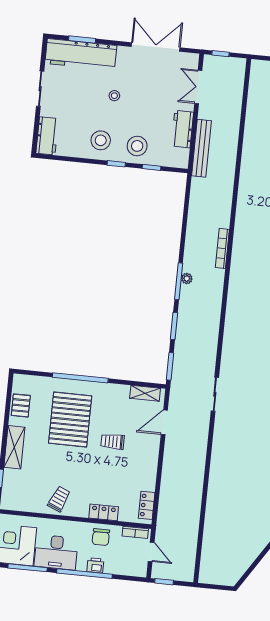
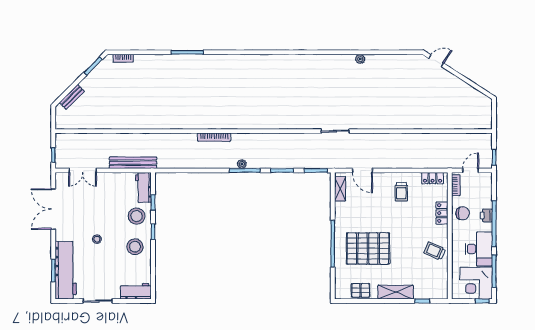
workbench: (182, 129) -> (143, 187), moved, turned 90
trolley: (113, 441) -> (401, 192), moved

